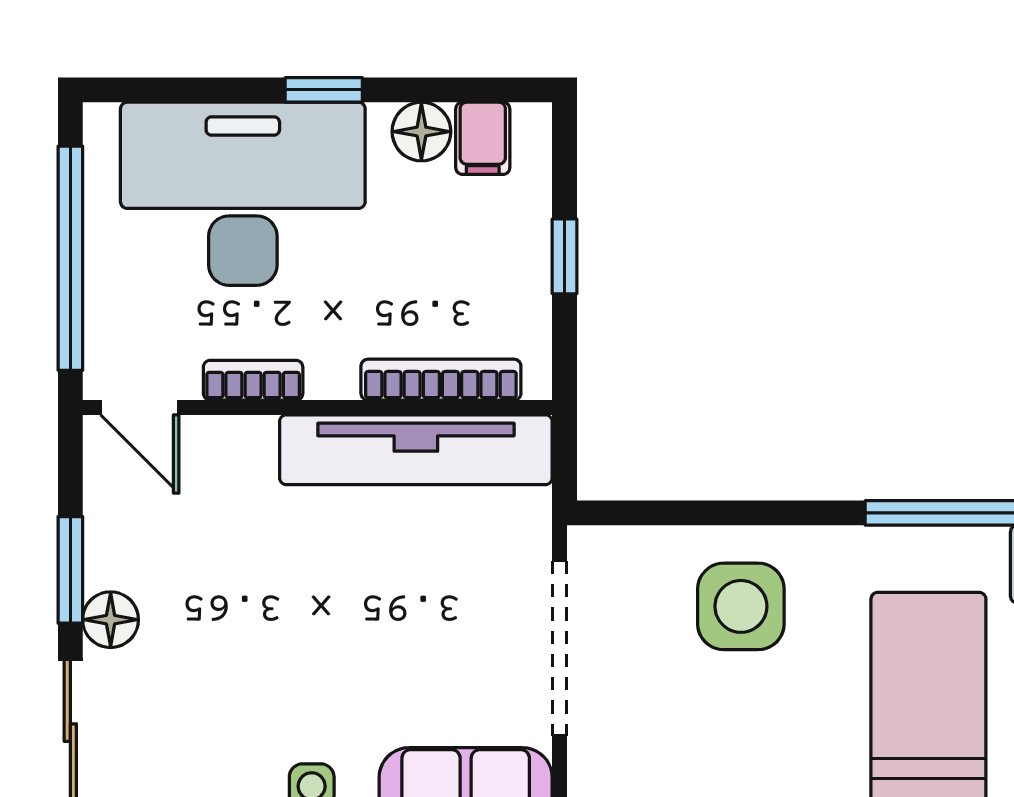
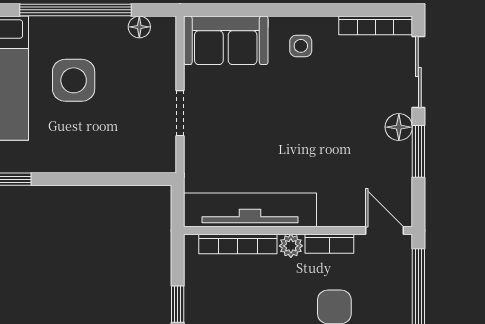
plant: (332, 376) -> (291, 246), added
side table: (741, 606) -> (74, 80), moved
doorway: (560, 648) -> (180, 113), width x0.53

